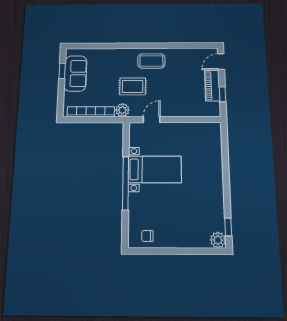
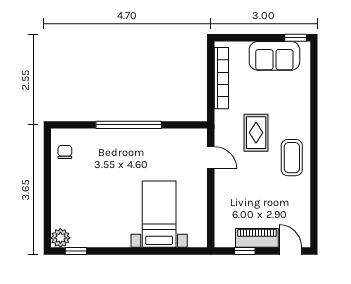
window: (62, 71) -> (296, 38), moved
plant: (122, 110) -> (224, 120), removed
bed with nightstands: (155, 169) -> (159, 214), moved, turned 180

